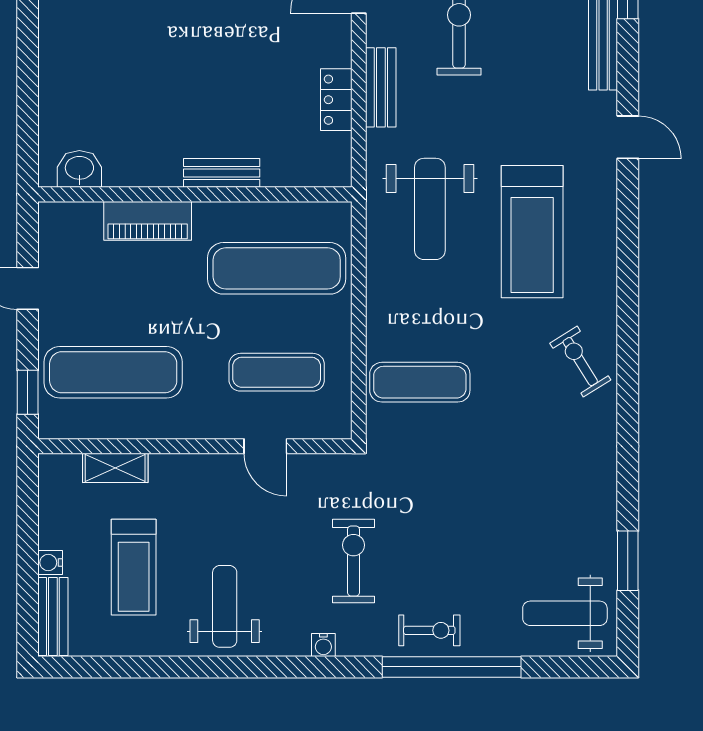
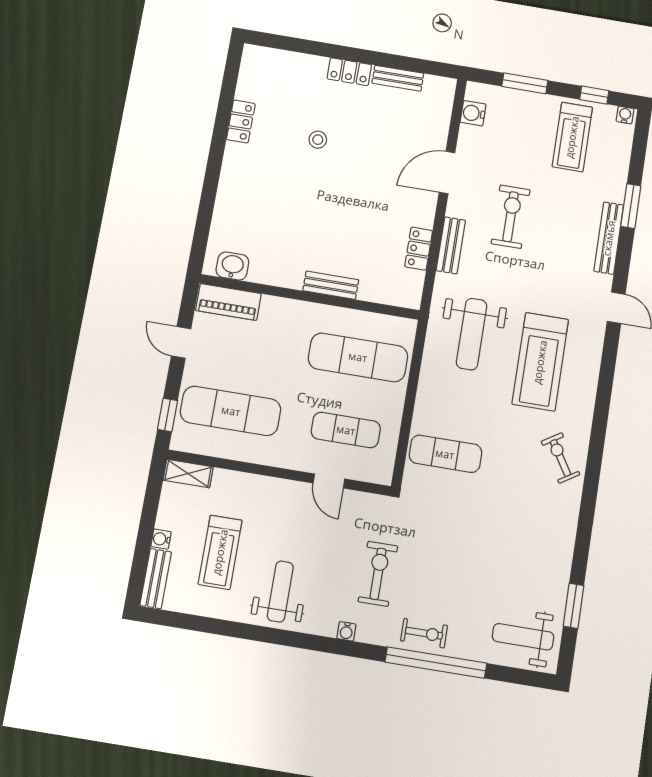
piano: (148, 221) -> (228, 302), moved
shelving: (115, 468) -> (188, 474), moved

